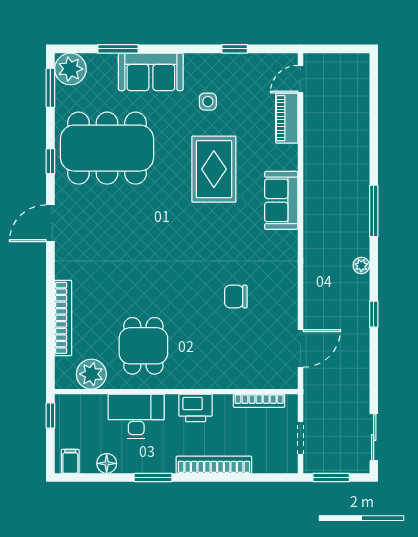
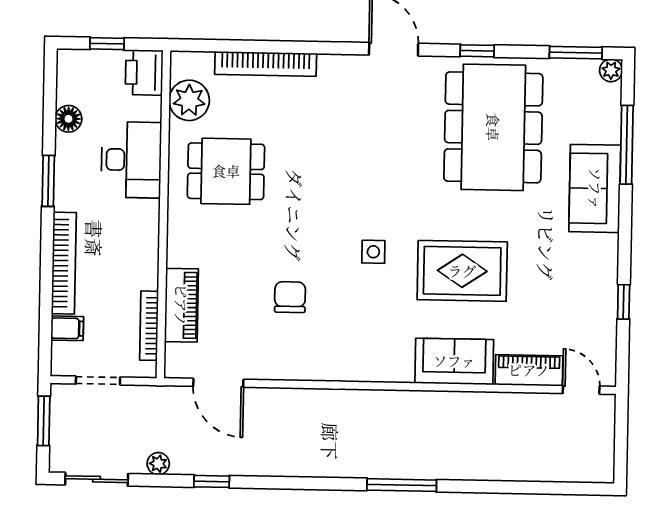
window: (118, 49) -> (627, 145), width x1.44
plant: (70, 69) -> (611, 70), width x0.53, depth x0.53
side table: (208, 102) -> (373, 252), moved
sofa: (281, 200) -> (454, 361), moved
plant: (361, 265) -> (158, 464), moved
window: (374, 314) -> (212, 481), moved
piano: (243, 377) -> (181, 305), added
printer: (196, 408) -> (144, 72), moved
window: (50, 415) -> (107, 44), moved
filing cabinet: (70, 461) -> (67, 328), moved

